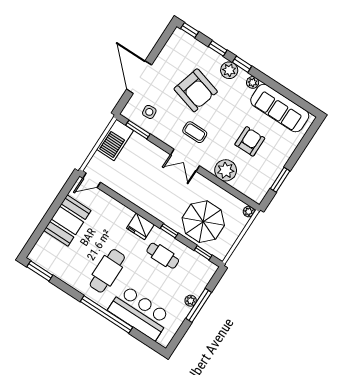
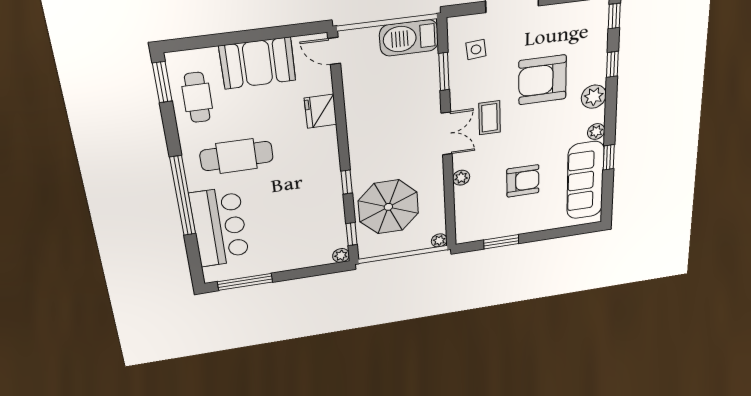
window: (242, 64) -> (609, 157), moved
armchair: (196, 90) -> (542, 80), turned 74
window: (138, 130) -> (444, 72), moved
double door: (185, 160) -> (447, 134), swing flipped
plant: (226, 170) -> (461, 178), width x0.53, depth x0.53
fridge: (140, 226) -> (321, 111), moved
cafe table: (163, 256) -> (197, 97), moved
plant: (191, 301) -> (341, 255), moved
window: (199, 305) -> (245, 282), moved

